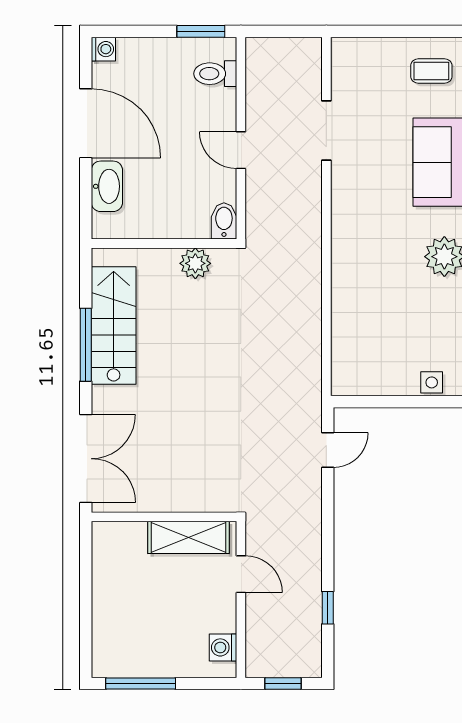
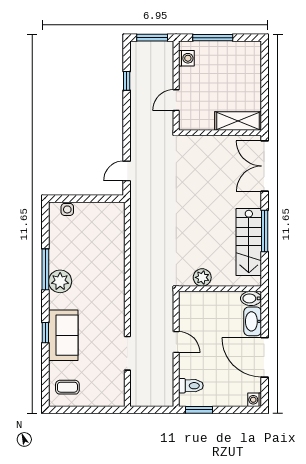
bidet: (224, 221) -> (251, 298), moved, turned 90
shelving: (189, 537) -> (238, 121), moved
door: (241, 574) -> (176, 100), hinge flipped
window: (141, 683) -> (213, 38), moved
window: (283, 683) -> (152, 38), width x1.50

